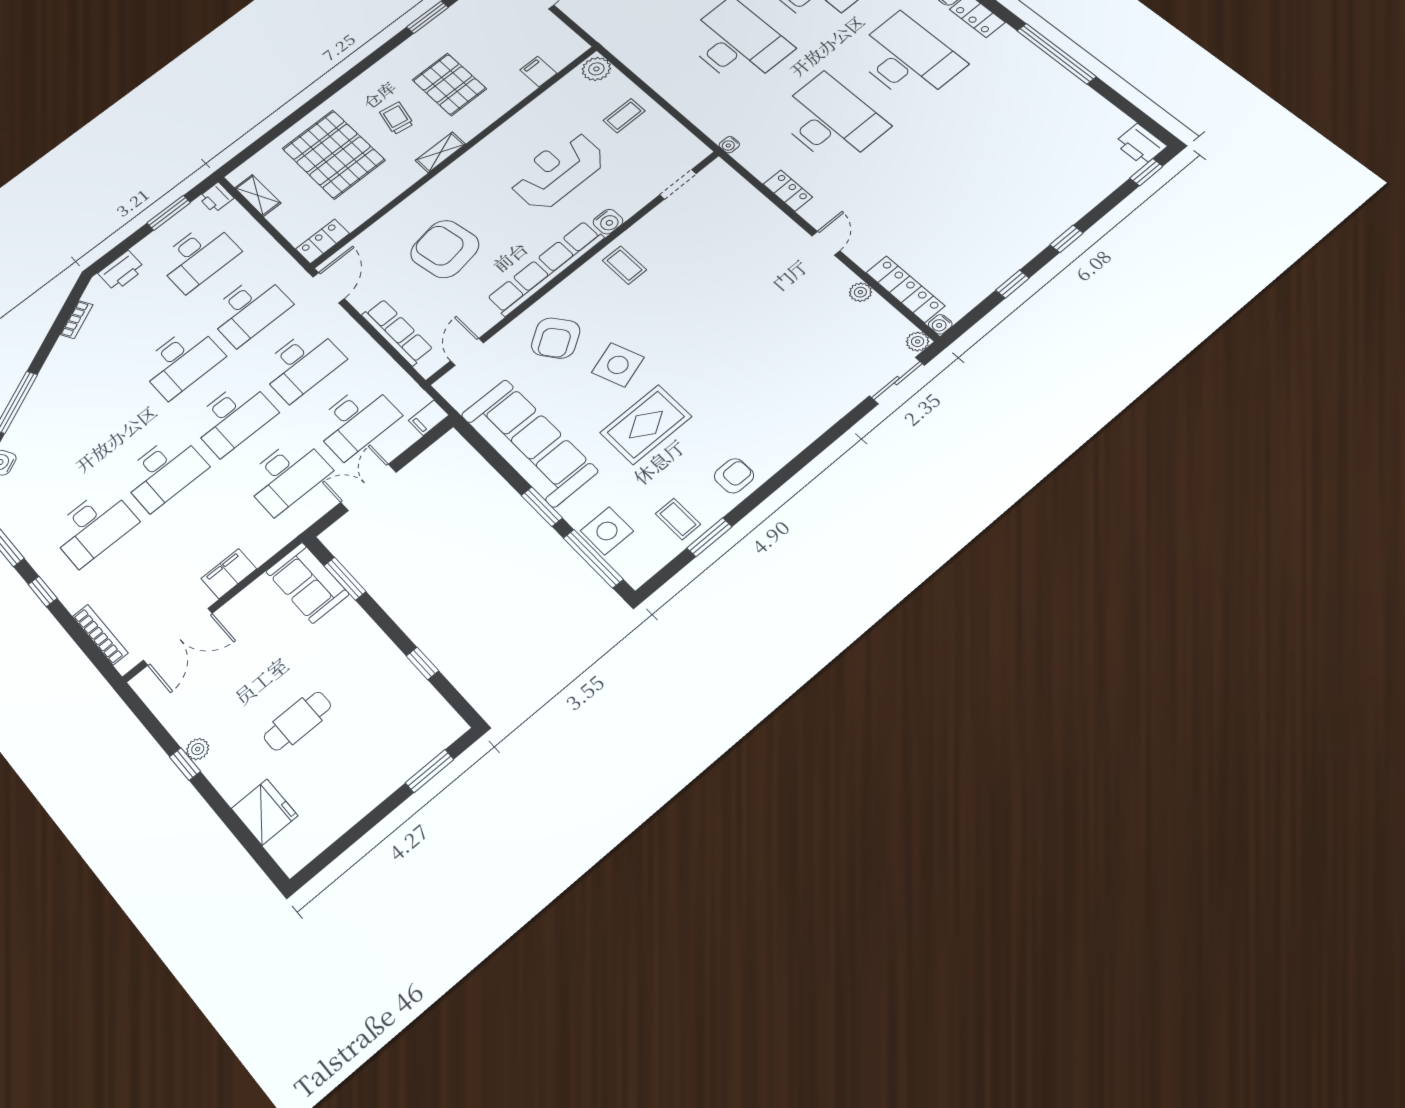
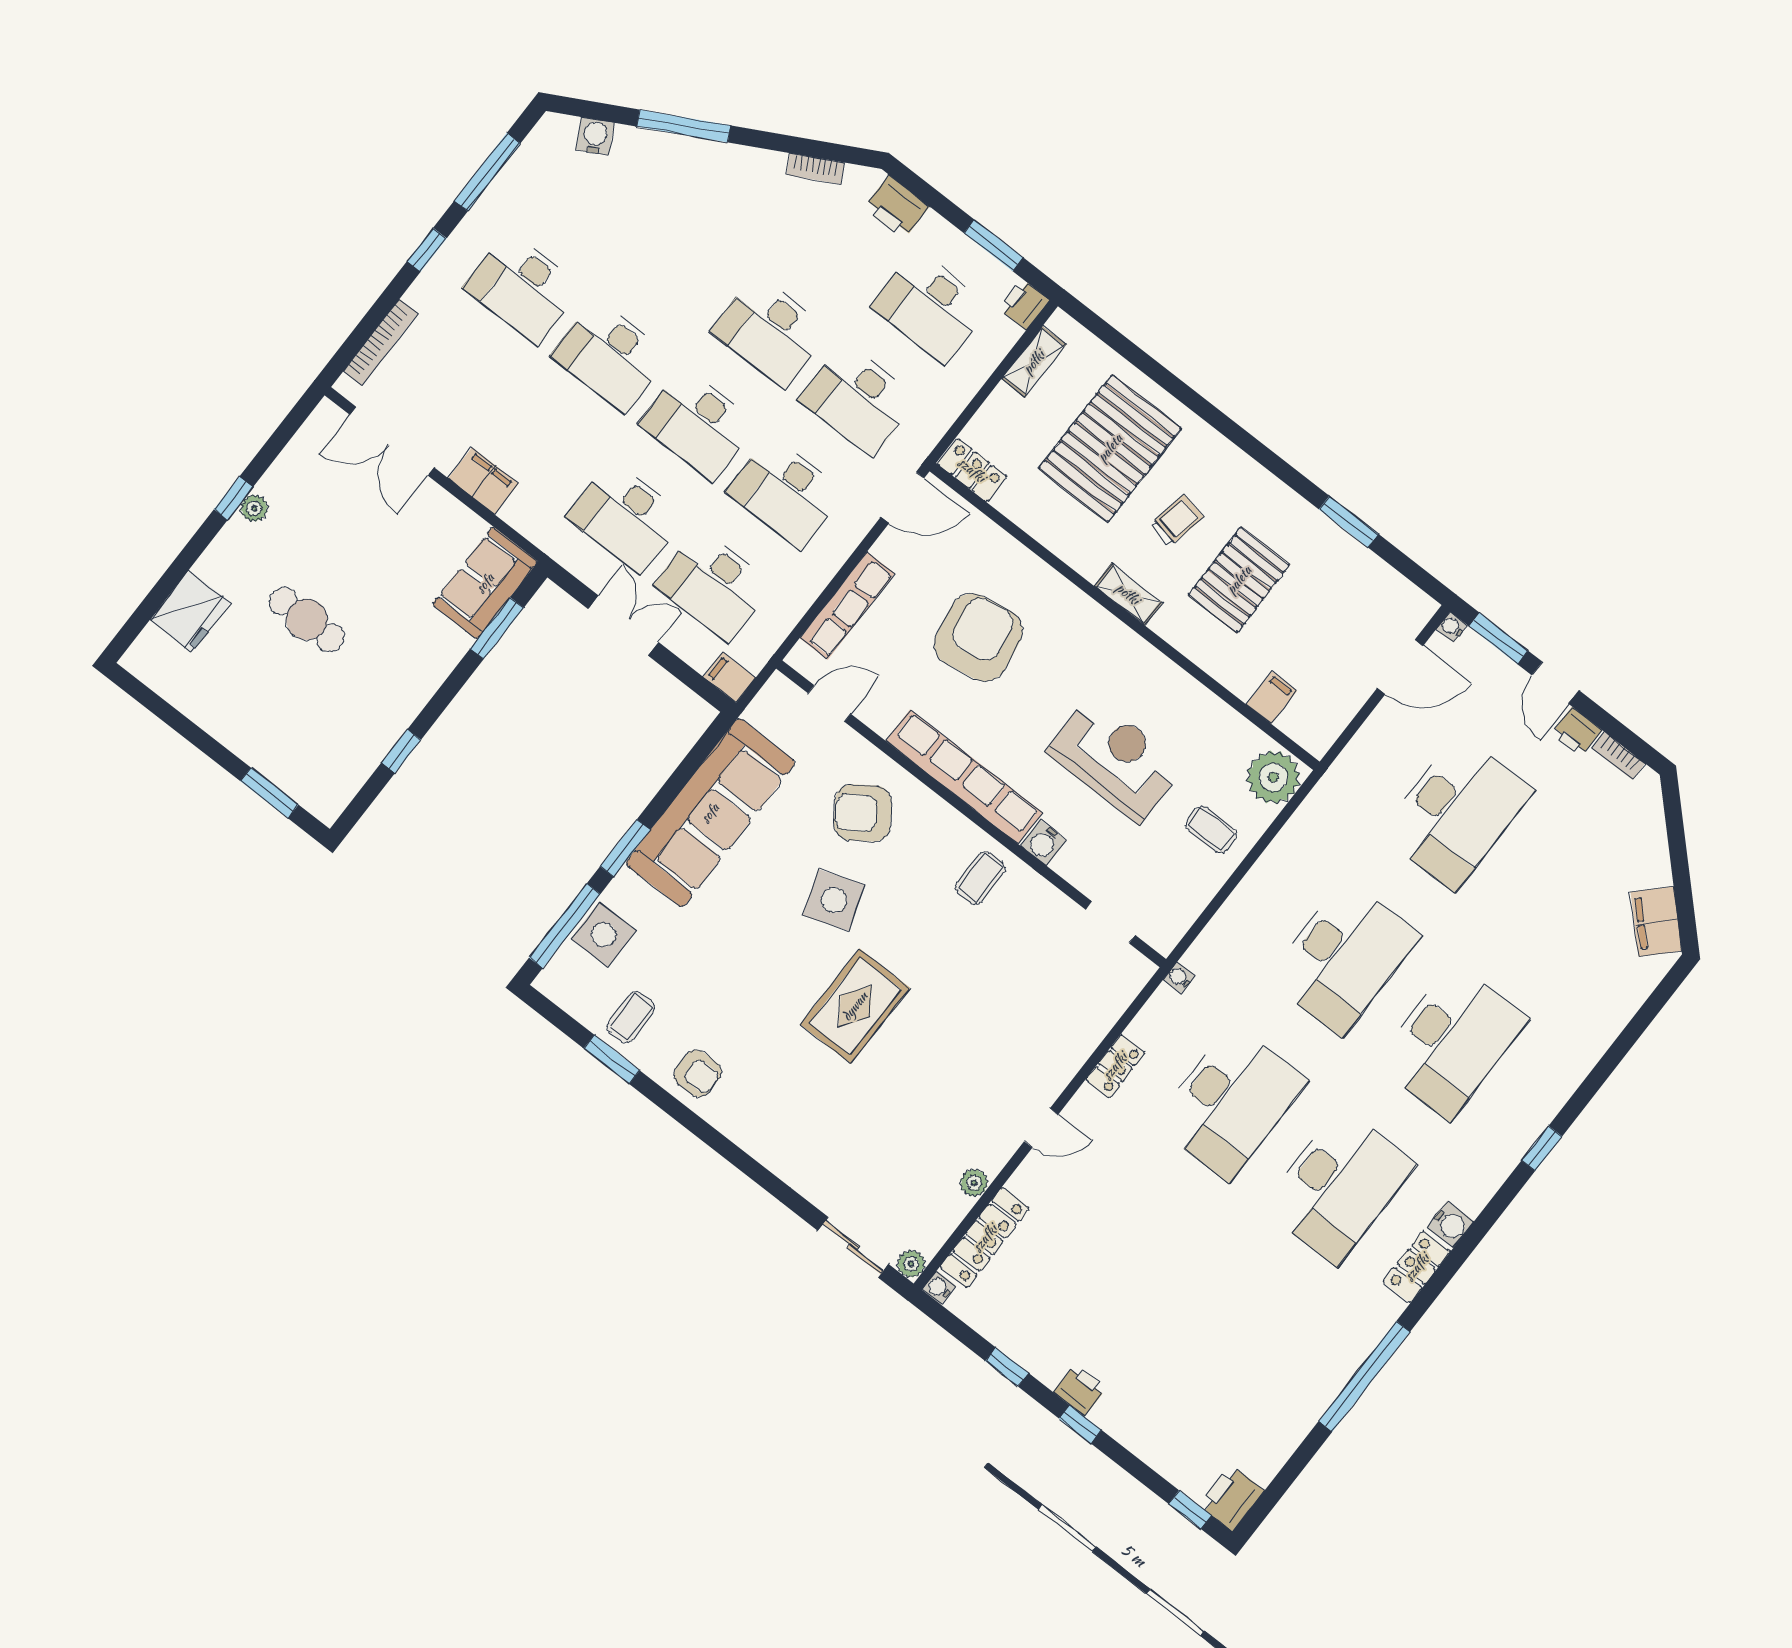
plant: (596, 69) -> (1273, 777), width x1.36, depth x1.36
printer: (1039, 237) -> (1080, 1390), added
rug: (646, 425) -> (855, 1006), moved, turned 90

